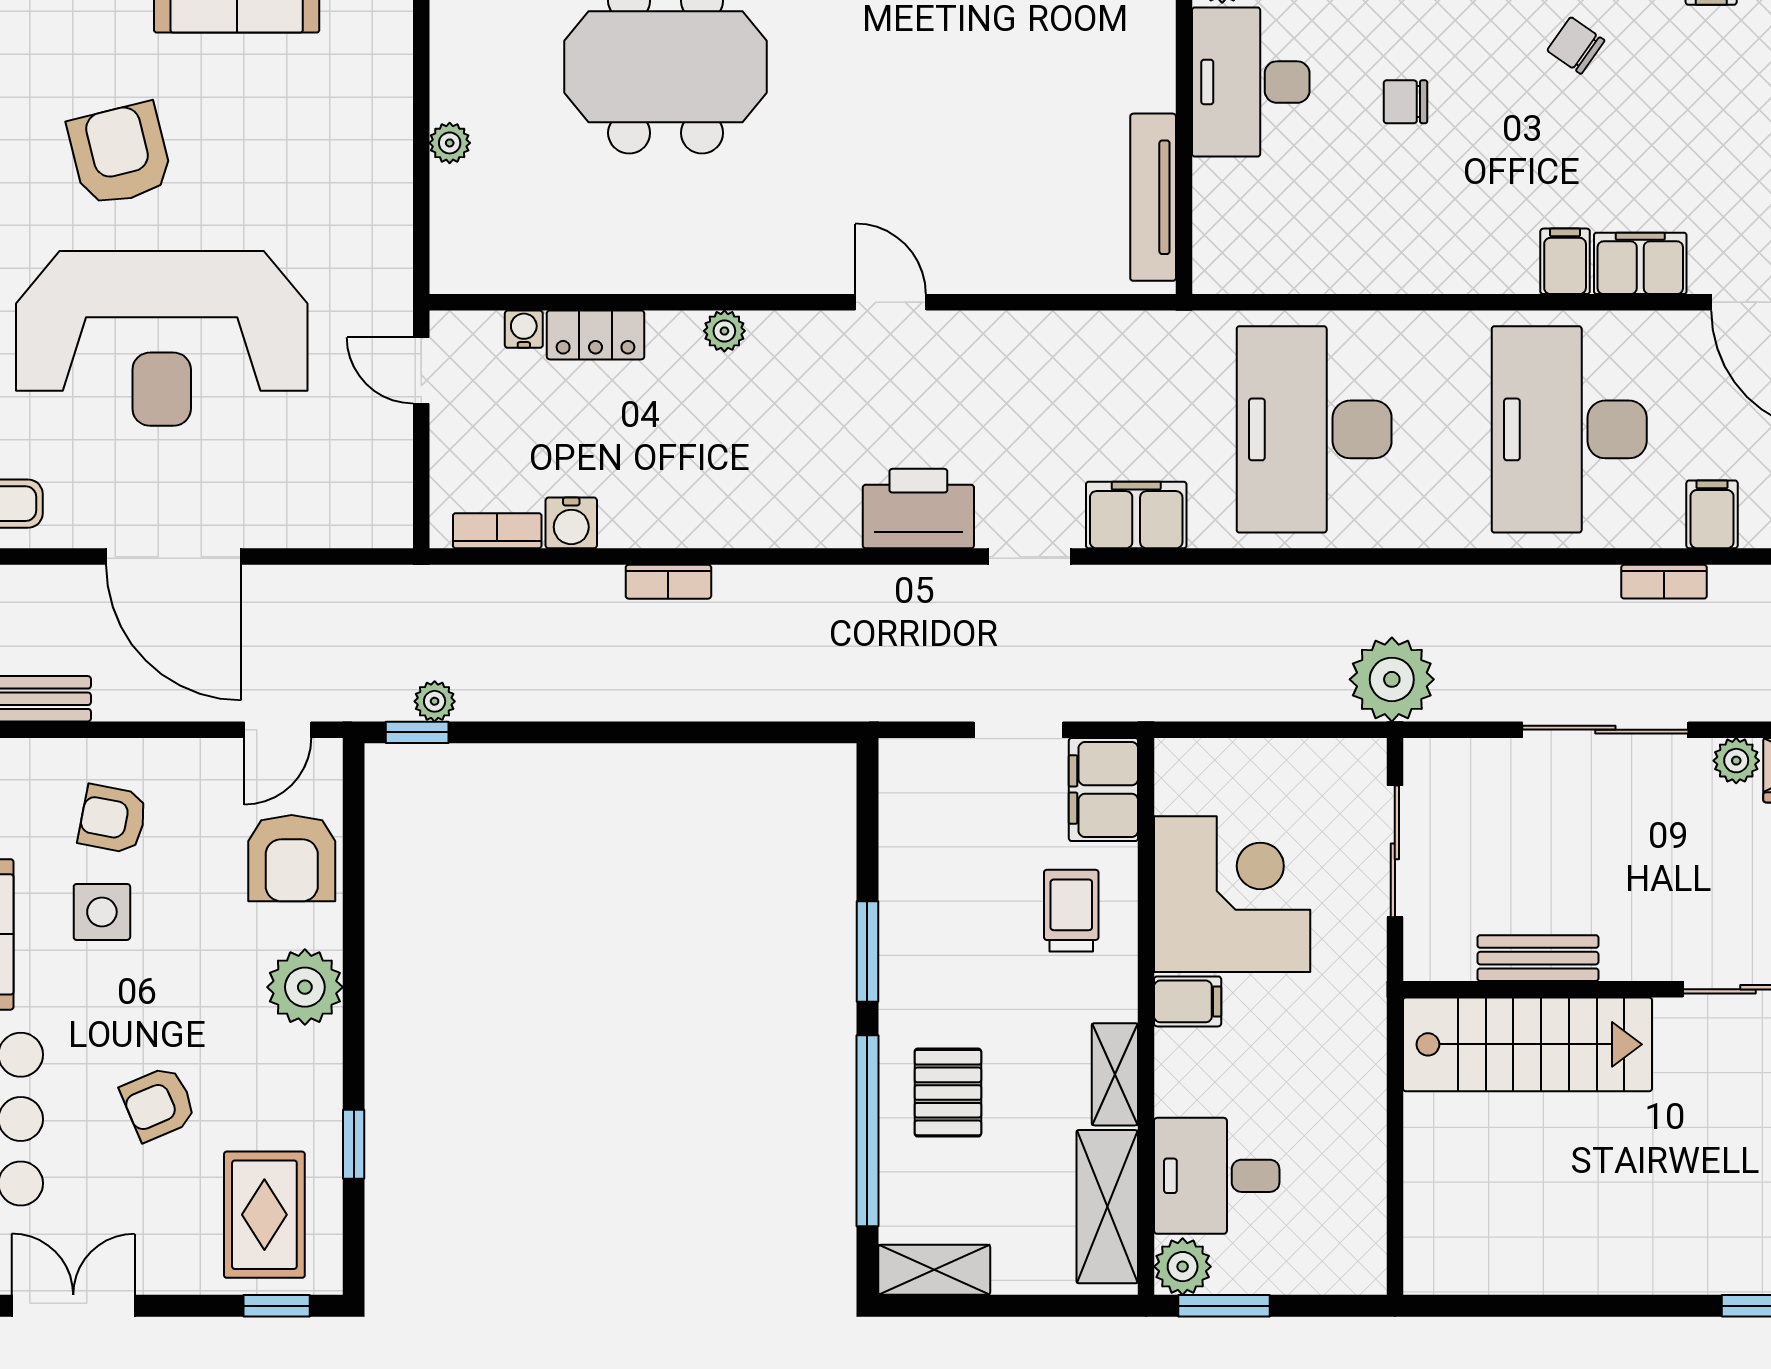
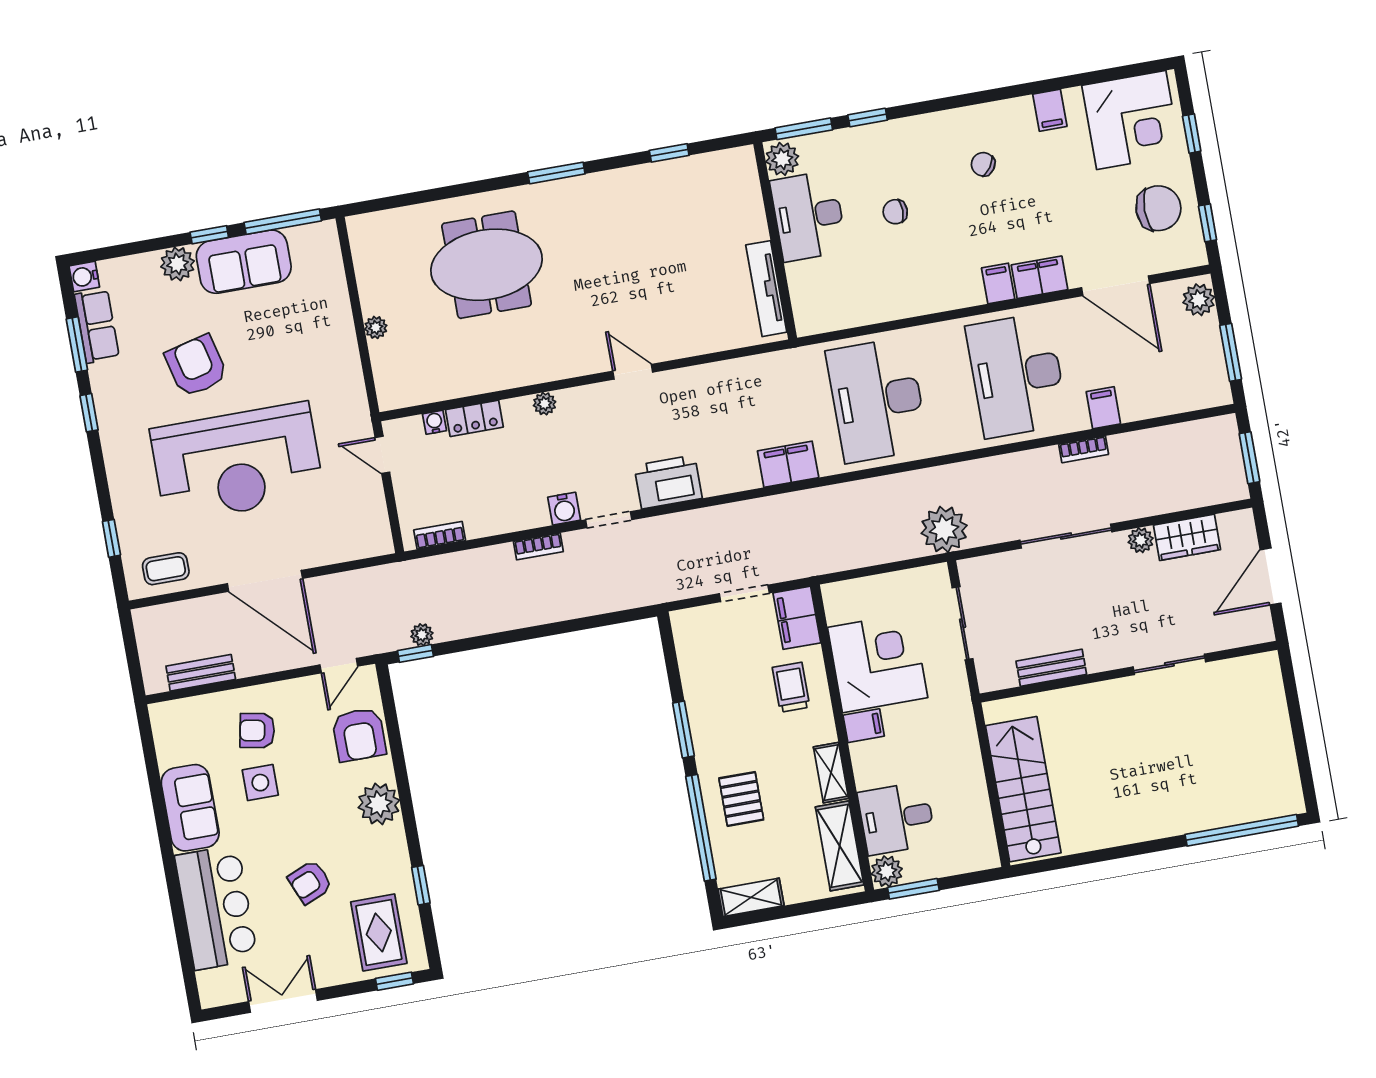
water cooler: (571, 523) -> (564, 509), moved
doorway: (1030, 557) -> (609, 520), moved
stairs: (1527, 1044) -> (1023, 789), moved, turned -90

